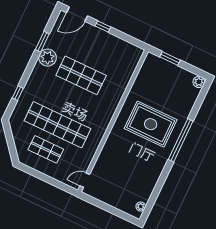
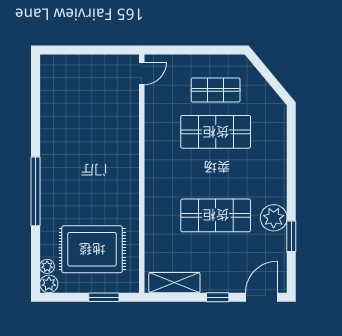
shelving: (124, 47) -> (174, 283), added
window: (18, 93) -> (291, 149), removed
rug: (151, 124) -> (92, 249), moved
shop shelf: (58, 125) -> (216, 132), width x0.71
plant: (141, 207) -> (47, 266), moved

